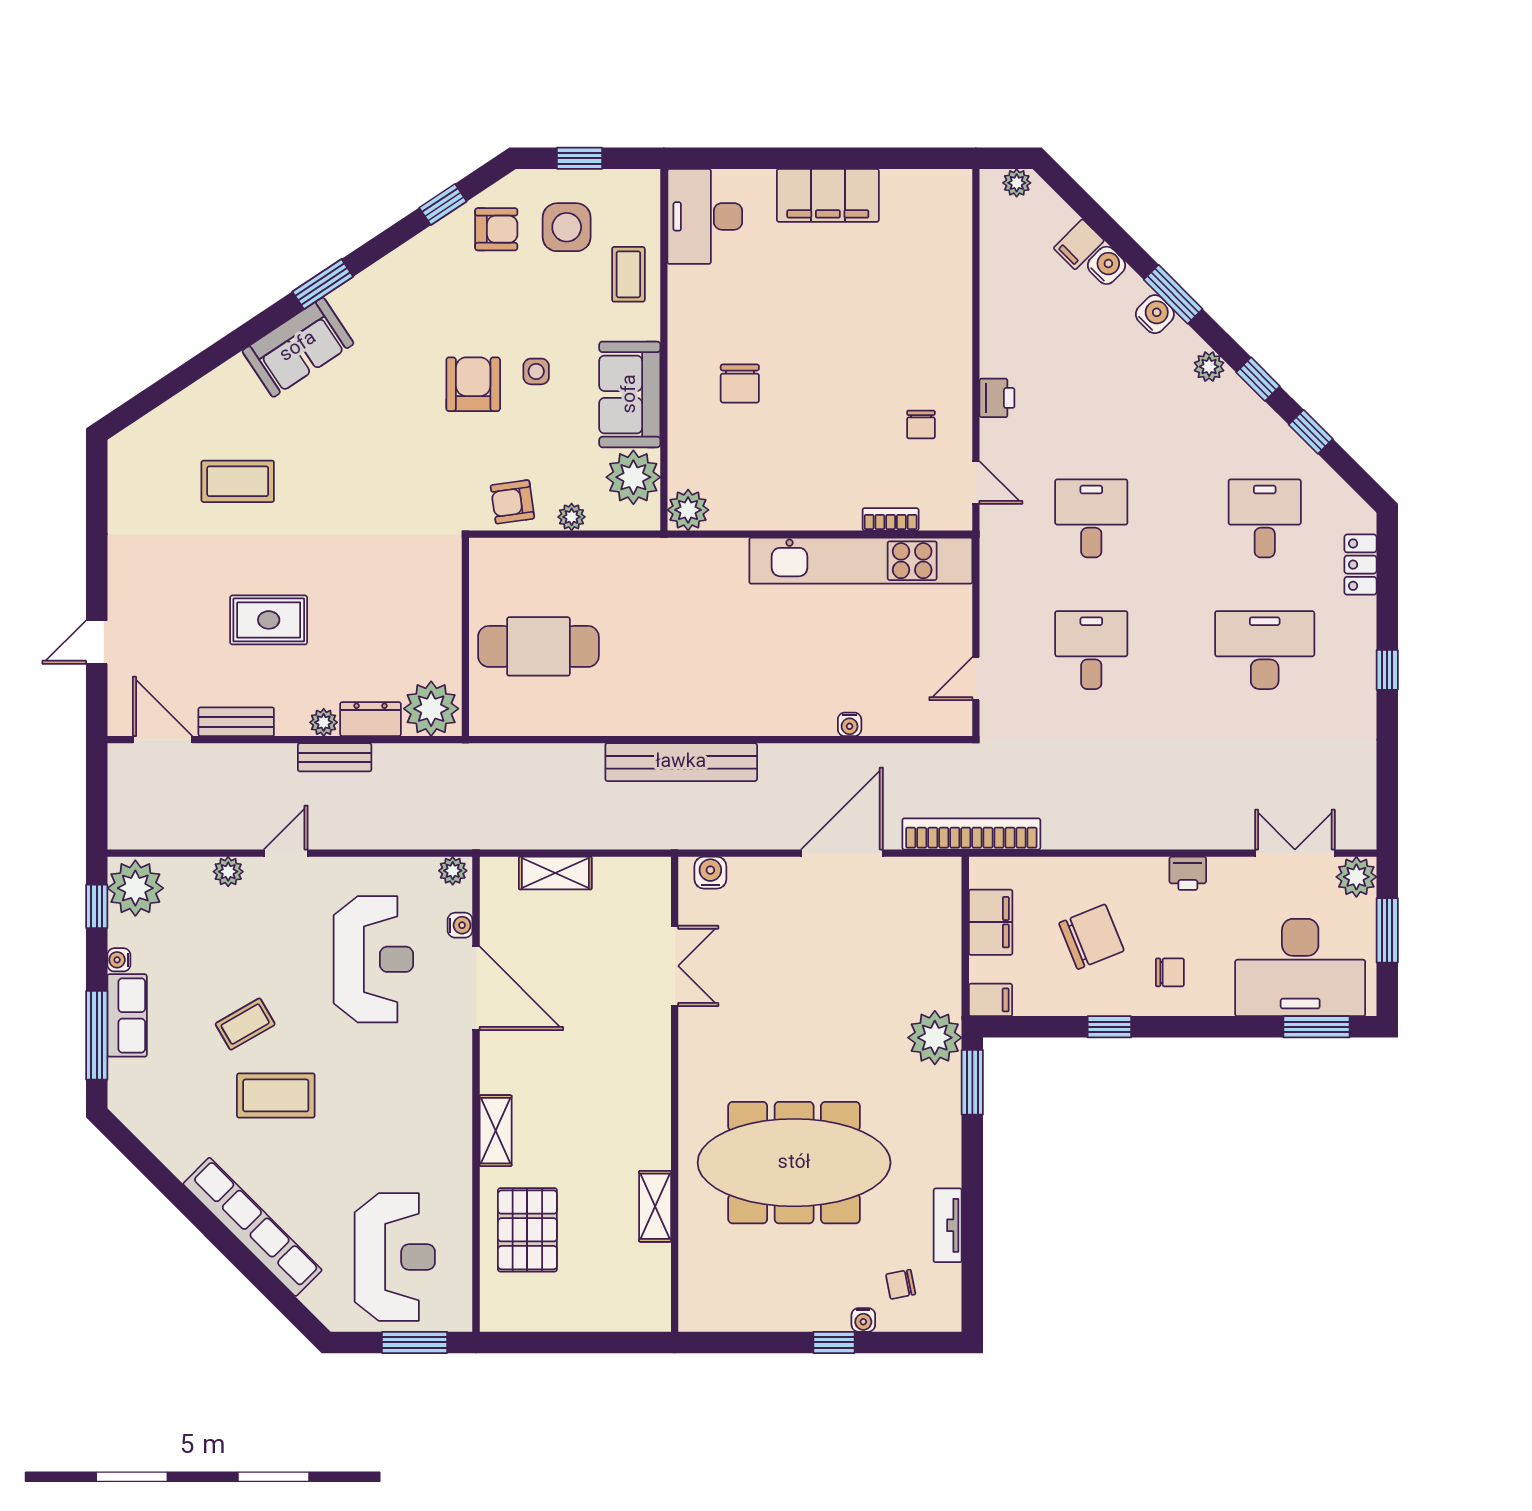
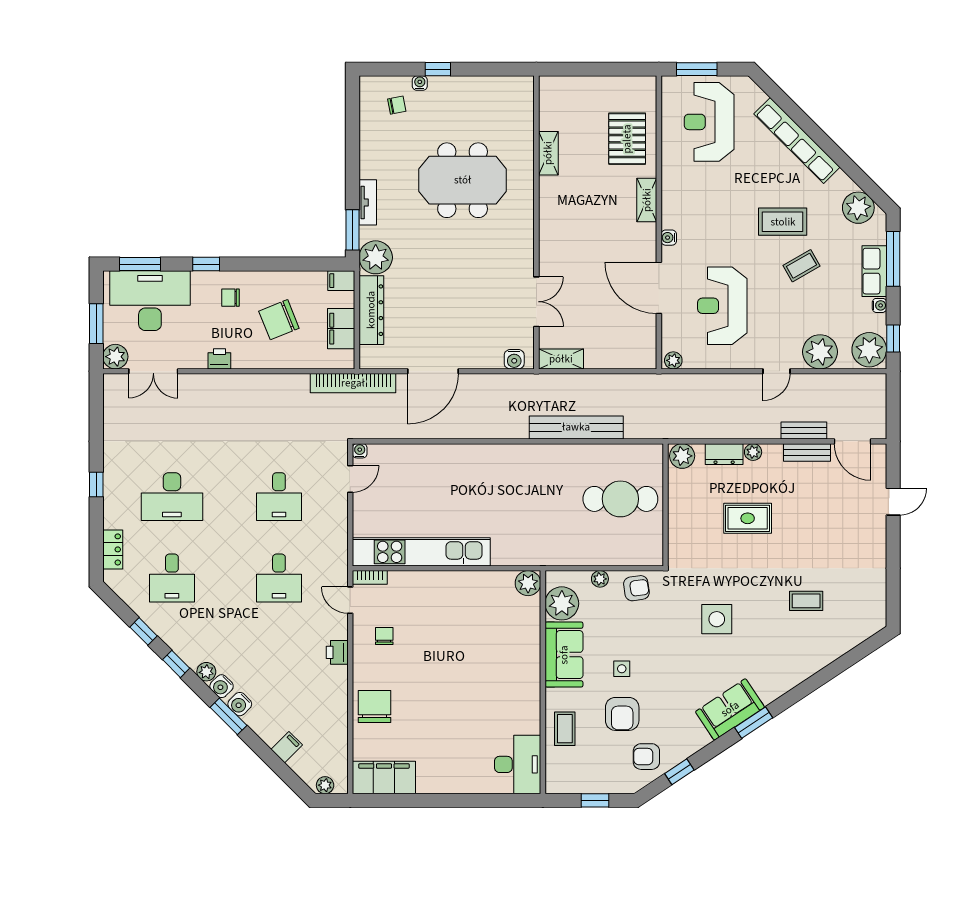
filing cabinet: (828, 195) -> (384, 777), moved
side table: (567, 227) -> (717, 619), moved
water cooler: (1107, 265) -> (222, 686), moved
sofa: (298, 347) -> (730, 709), moved
chair: (740, 383) -> (375, 706), moved, width x1.37, depth x1.37
armchair: (473, 384) -> (622, 714), moved
coffee table: (238, 481) -> (806, 601), width x0.73, depth x0.77
bookcase: (891, 519) -> (370, 577), moved
rug: (269, 620) -> (748, 518), moved
plant: (431, 709) -> (682, 456), width x0.73, depth x0.73
water cooler: (850, 724) -> (360, 451), moved
bench: (335, 757) -> (804, 430), moved
bench: (681, 762) -> (576, 427), moved
plant: (228, 872) -> (820, 352), width x1.87, depth x1.87
shelving: (555, 873) -> (561, 359), moved
water cooler: (460, 925) -> (669, 238), moved
dresser: (942, 952) -> (371, 310), added
double door: (675, 966) -> (536, 302), swing flipped
window: (1109, 1027) -> (206, 264), moved
plant: (153, 1118) -> (858, 208), added
meeting table: (794, 1163) -> (463, 180), width x0.73
tv unit: (948, 1225) -> (368, 202), moved

